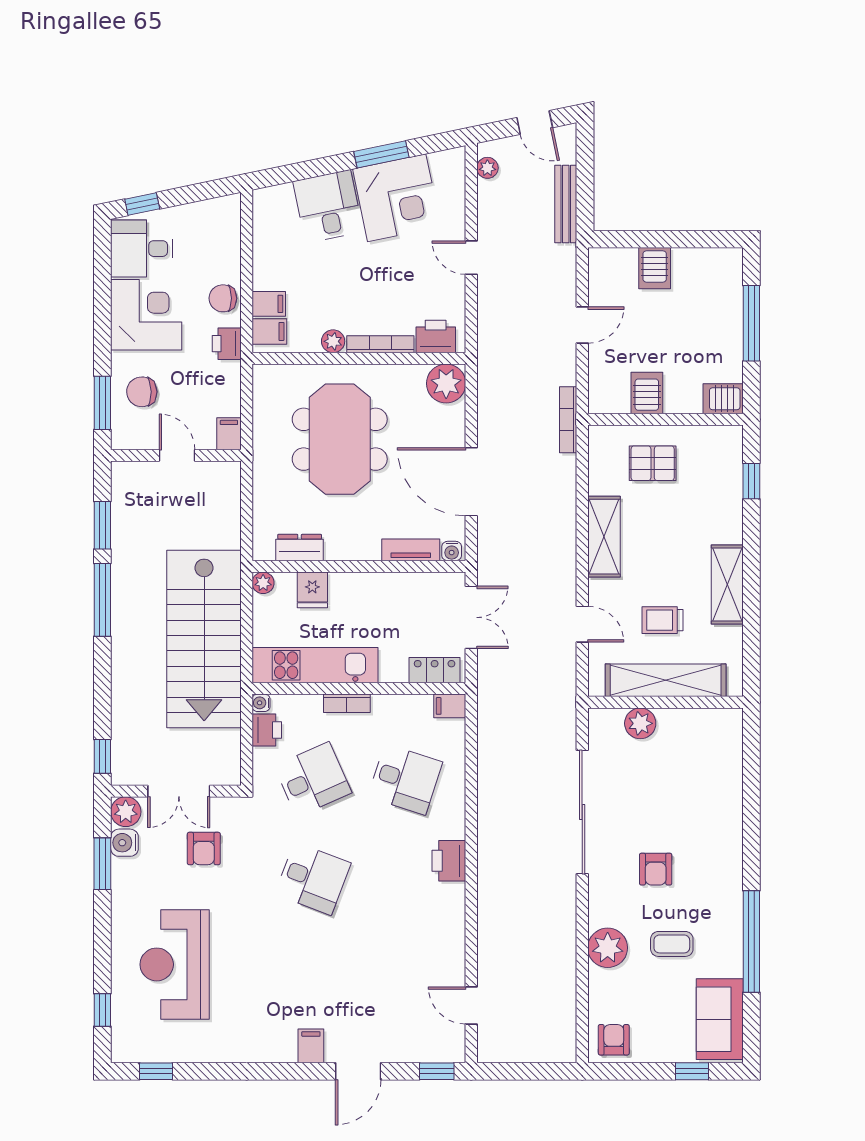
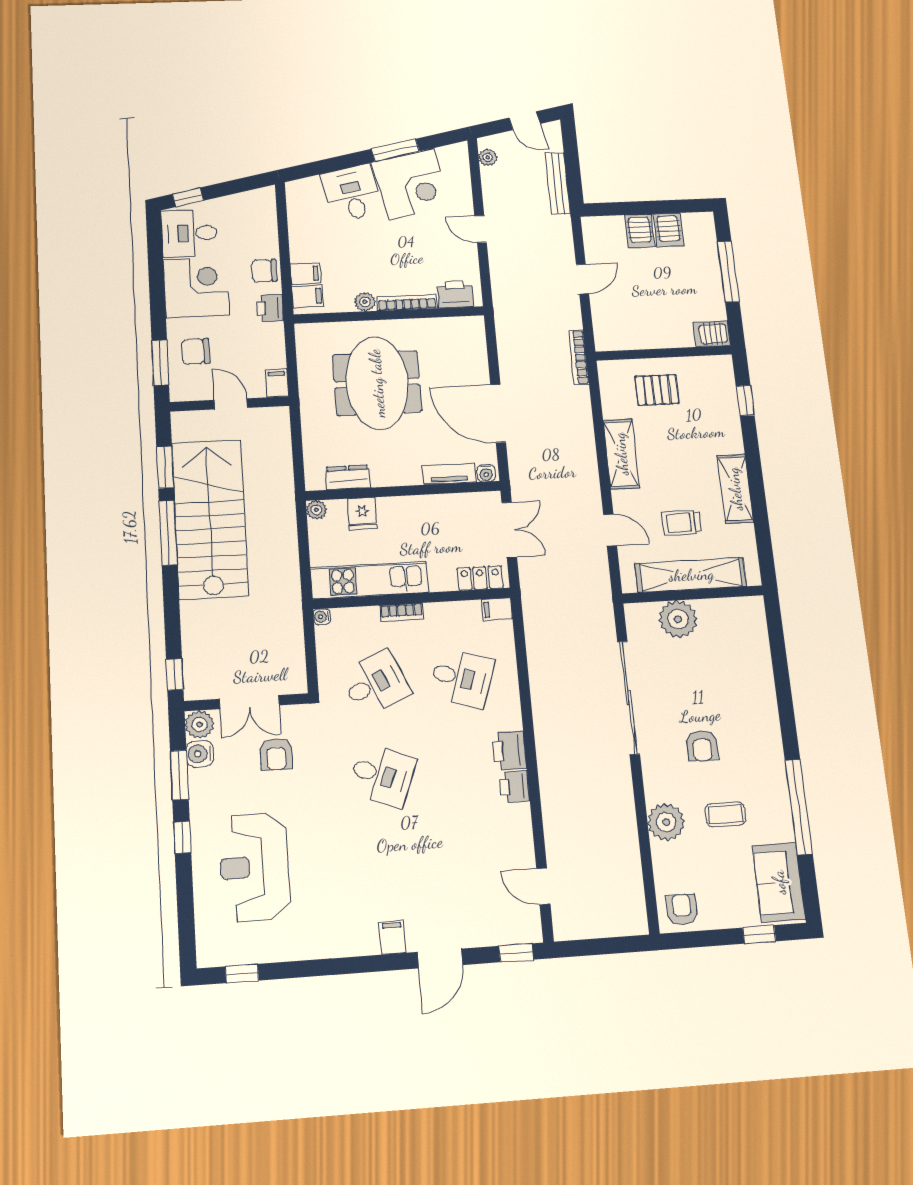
plant: (446, 383) -> (468, 332), removed
server rack: (647, 393) -> (669, 230), moved, turned 180
stairs: (204, 639) -> (210, 519), moved, turned 180
plant: (640, 723) -> (678, 619), width x1.36, depth x1.36
printer: (267, 730) -> (515, 787), moved, turned 180
window: (102, 1010) -> (182, 837), moved

